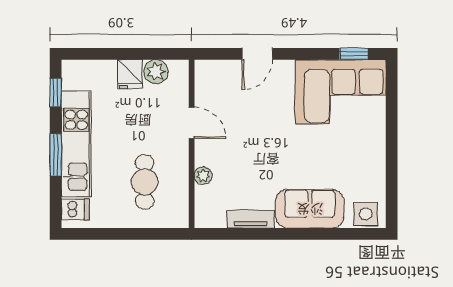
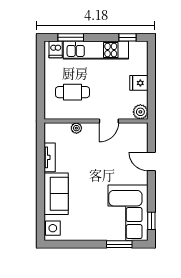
plant: (156, 72) -> (140, 112), moved
window: (392, 106) -> (119, 244), added
window: (56, 155) -> (71, 37), moved

